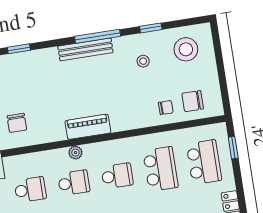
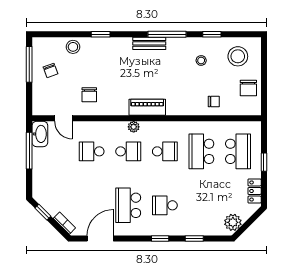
bench: (85, 49) -> (149, 43), width x0.73
chair: (193, 101) -> (248, 88), moved, turned -90
window: (233, 148) -> (264, 162), moved
school desk: (161, 169) -> (201, 151), turned 180
school desk: (30, 190) -> (92, 151), turned 180

